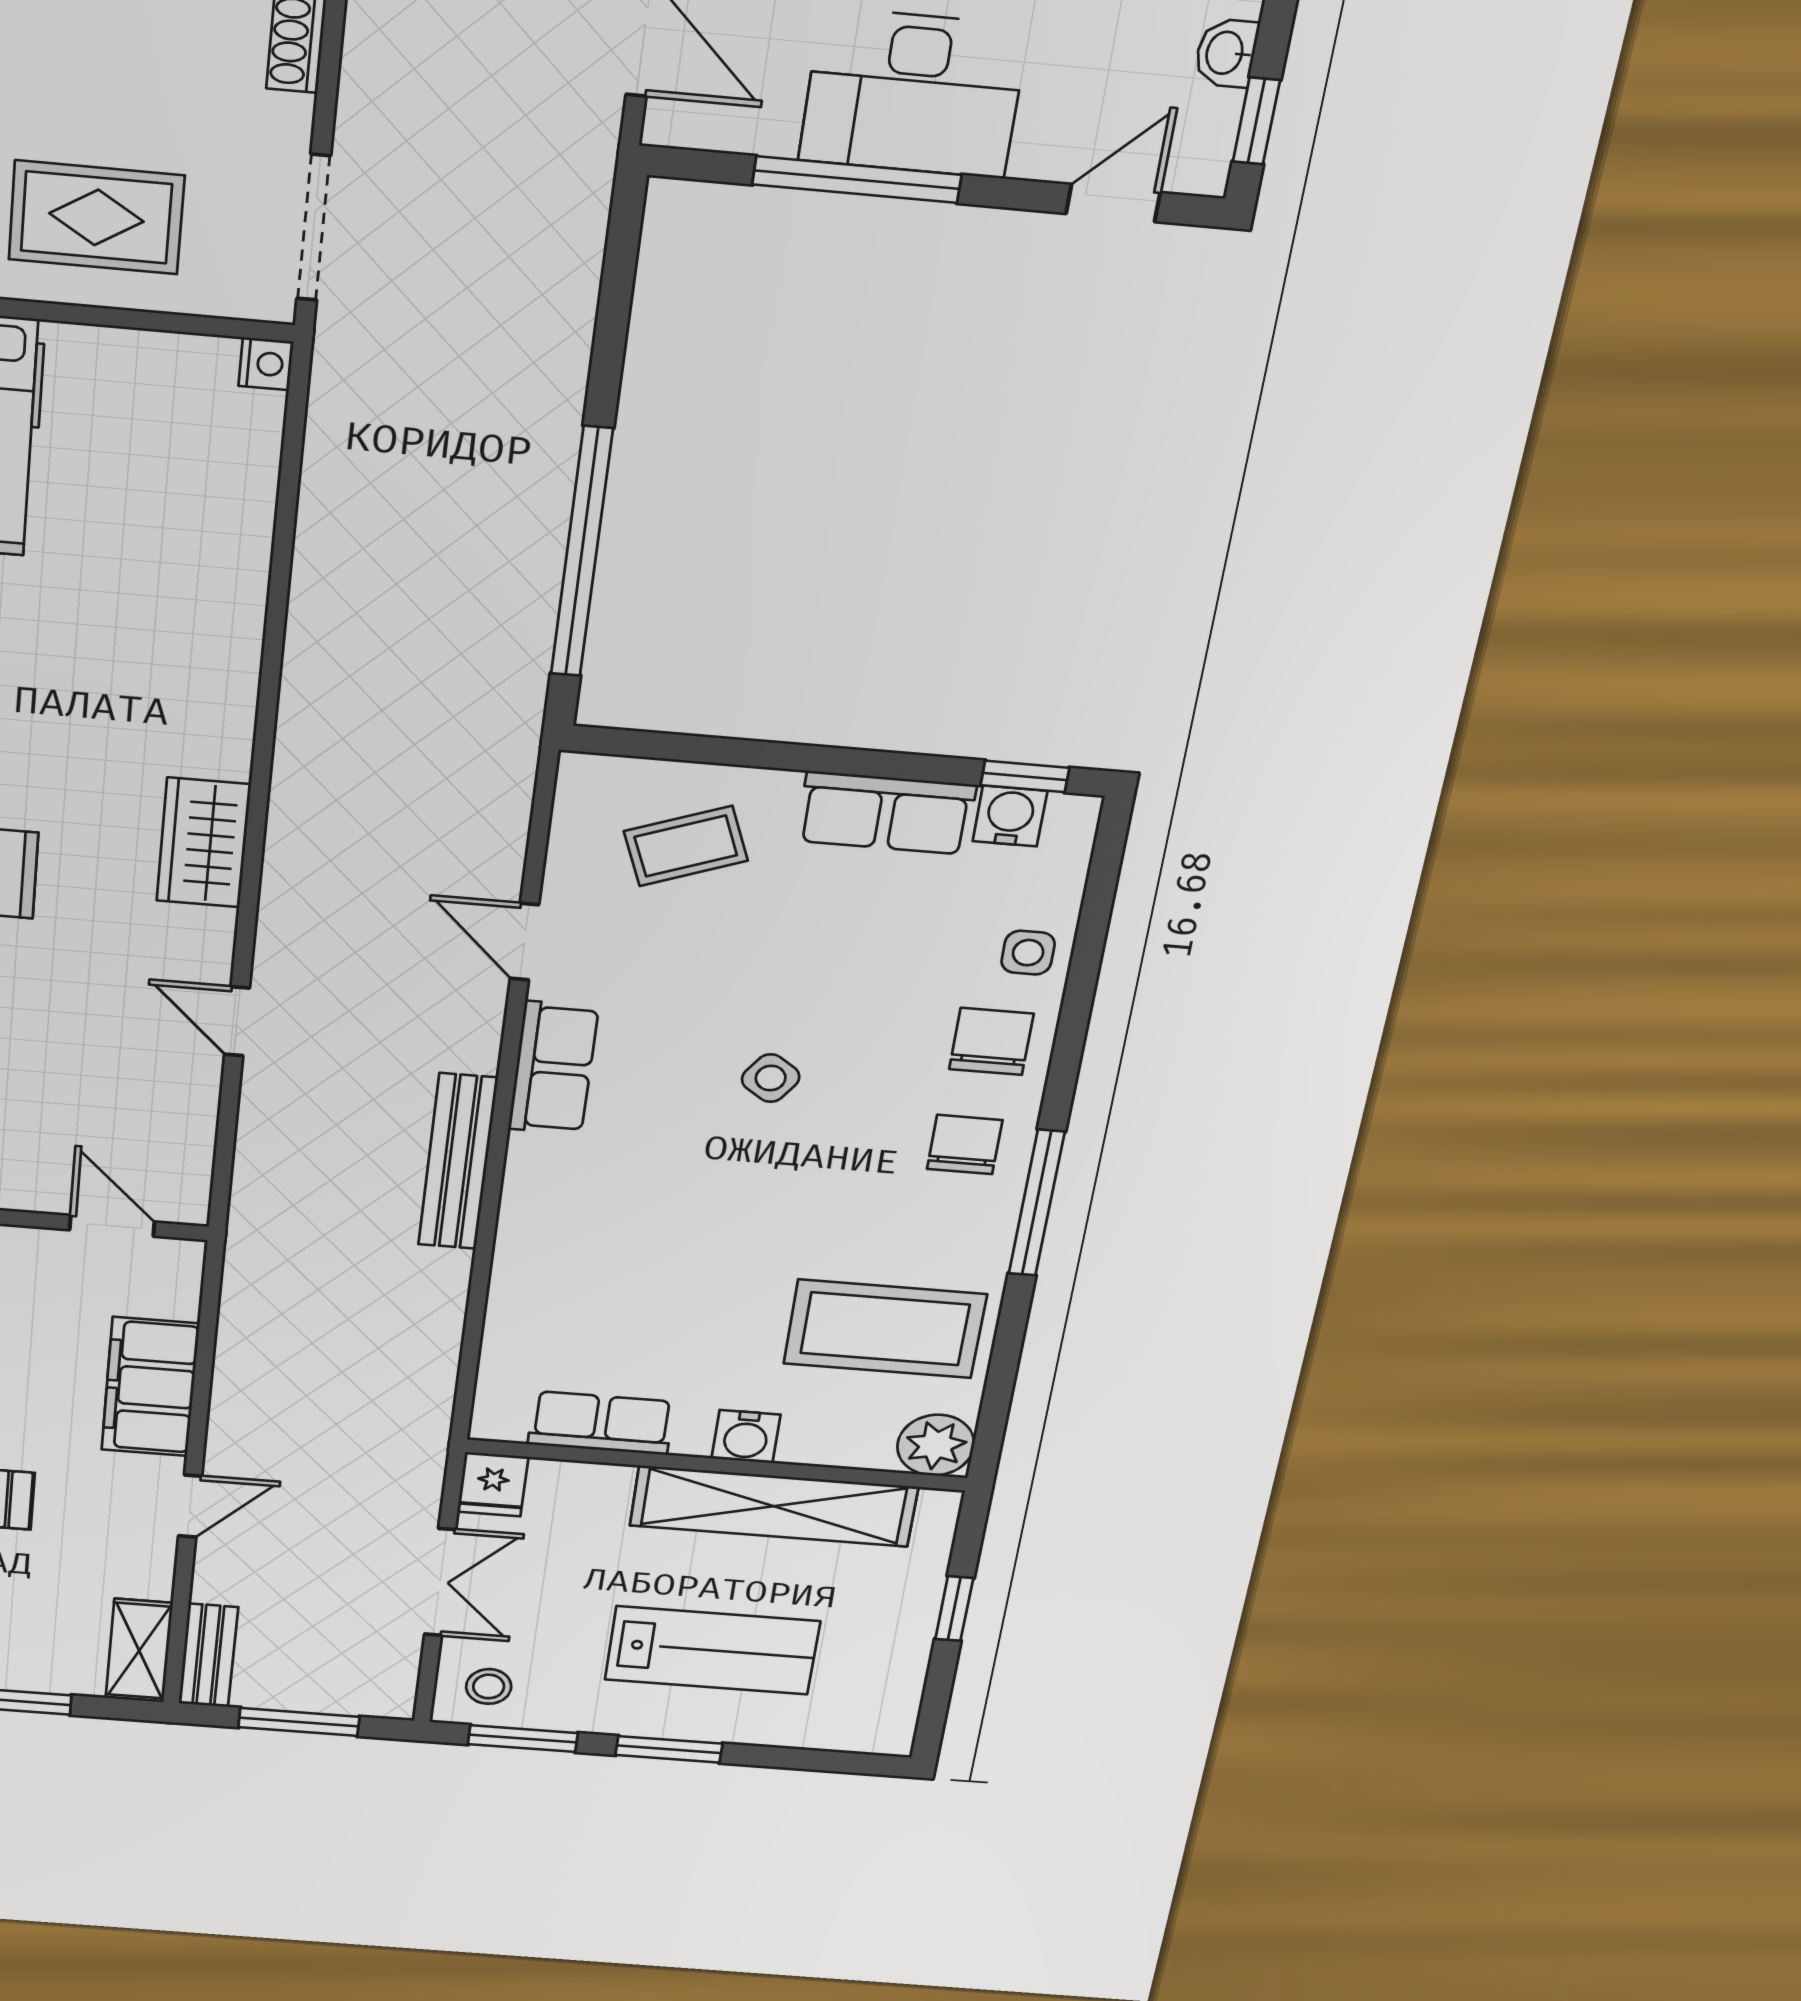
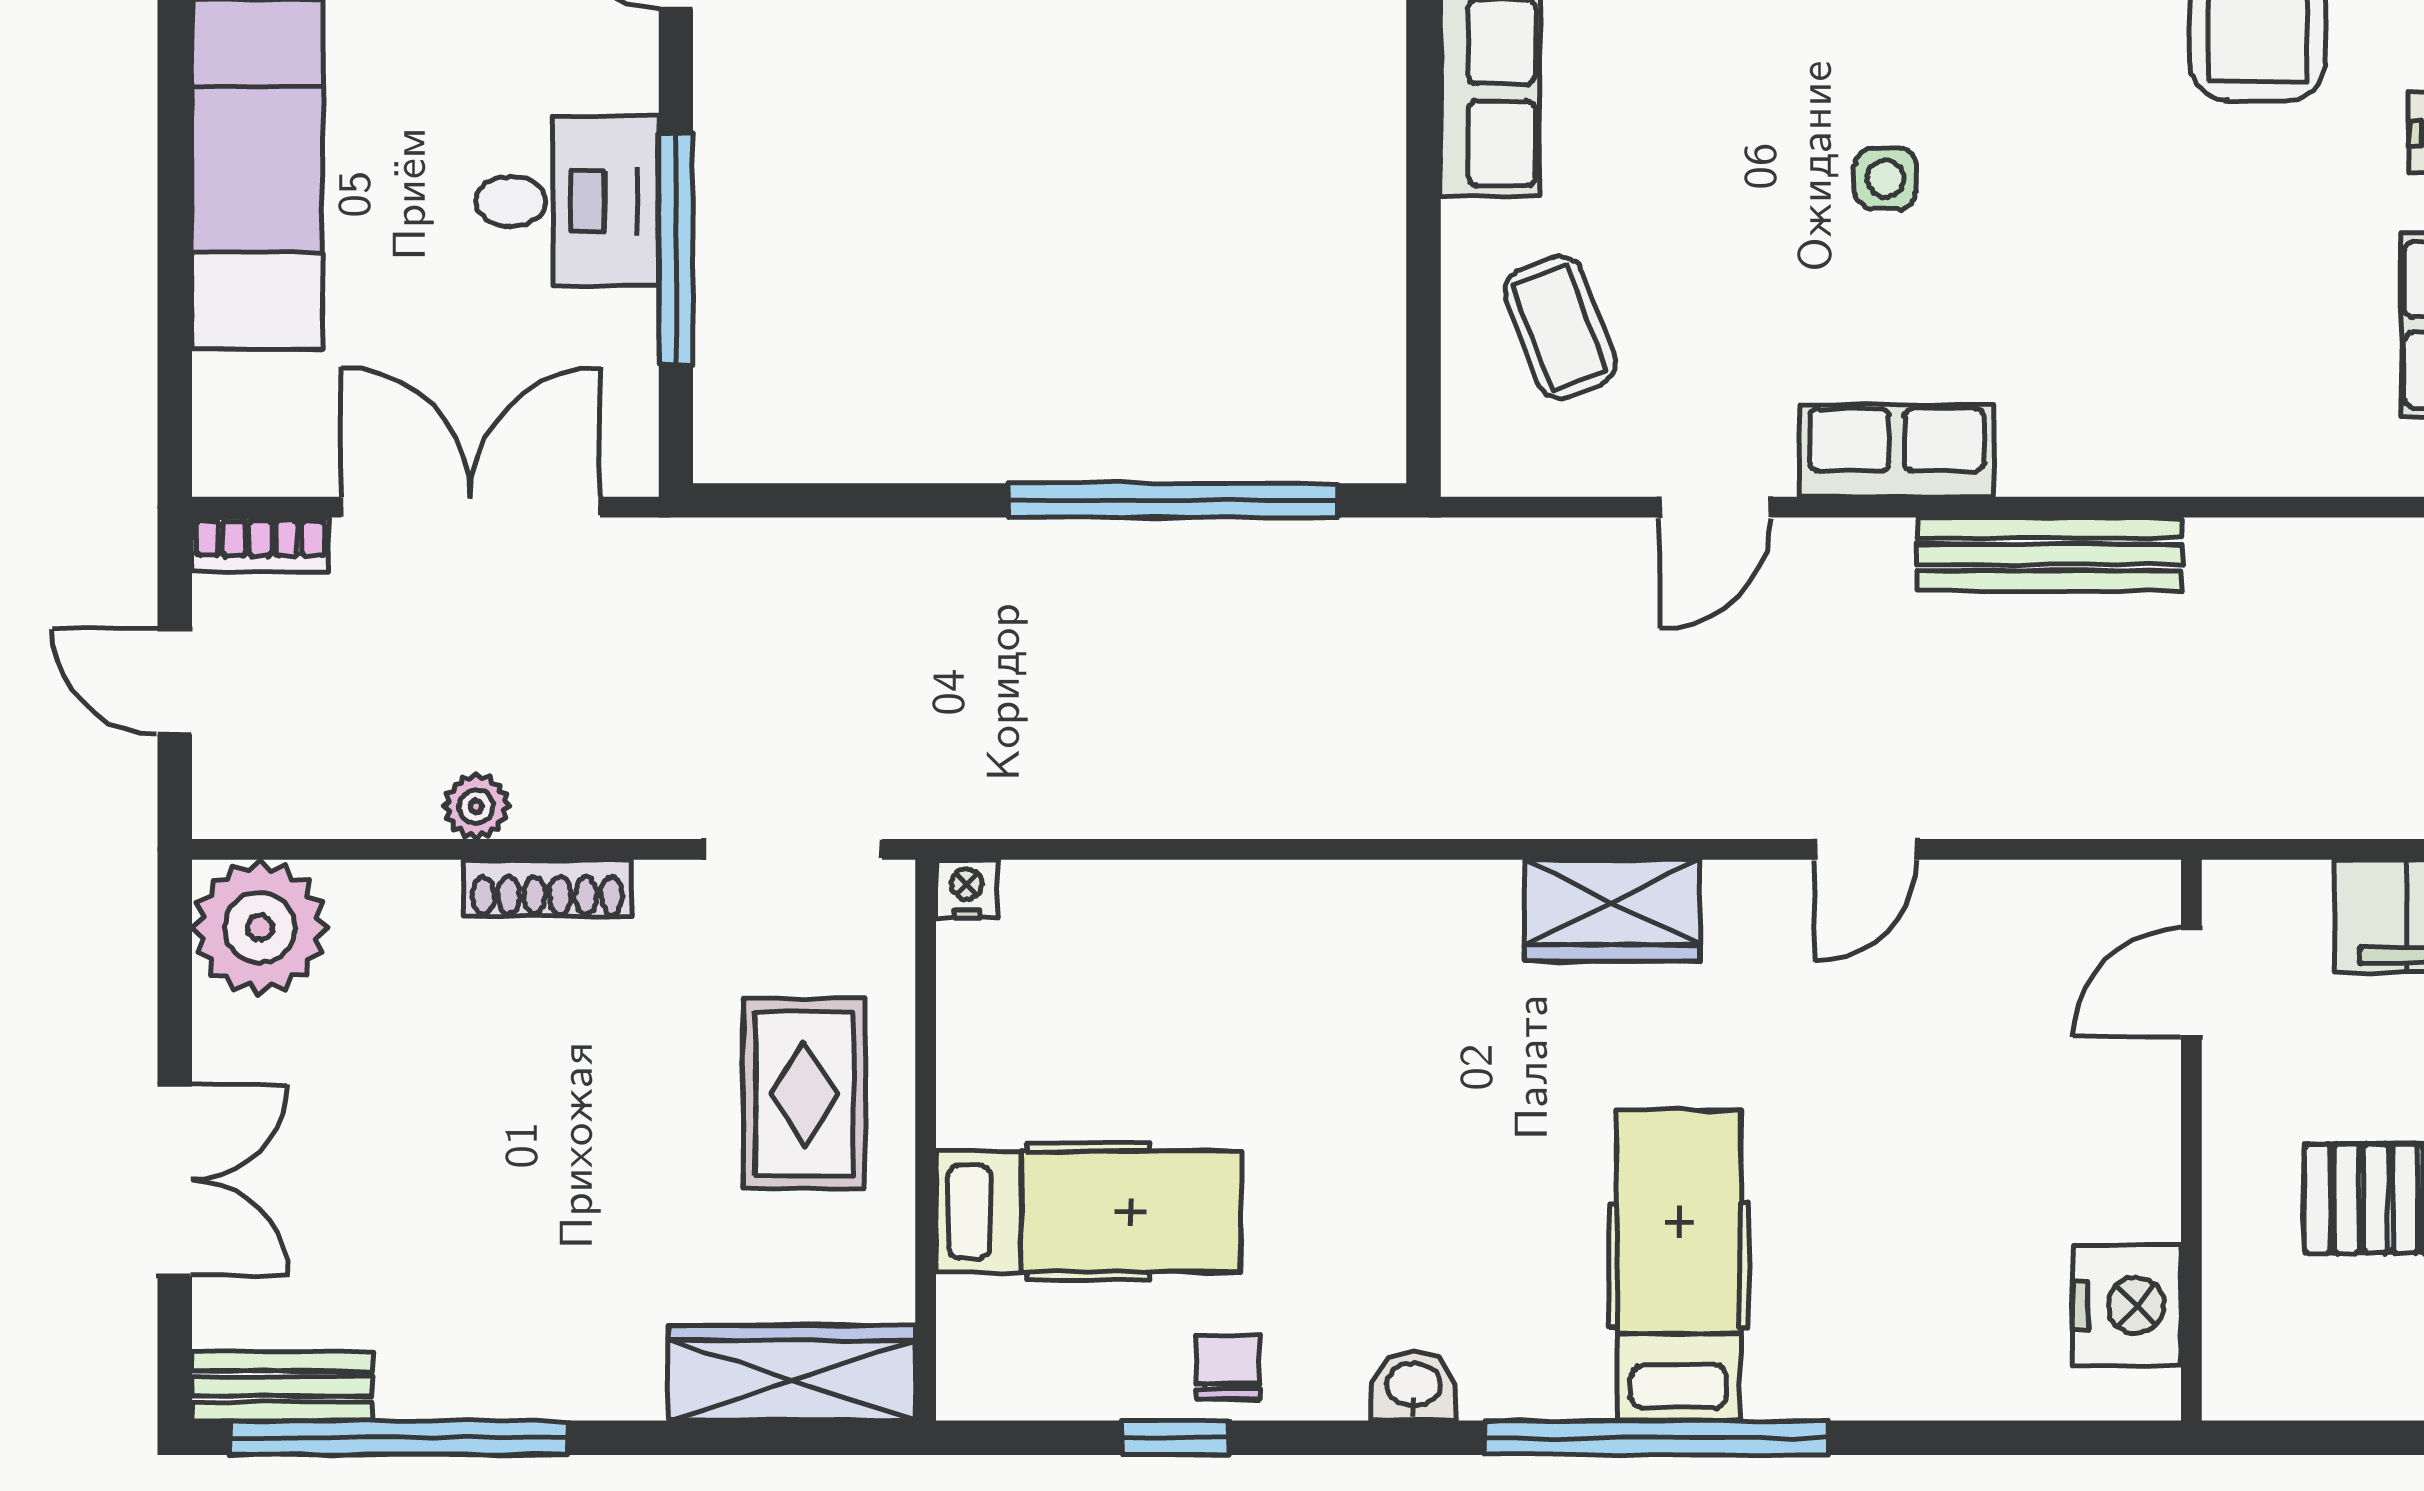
desk: (913, 93) -> (567, 201), width x0.73
side table: (771, 1078) -> (1886, 179), turned -35

